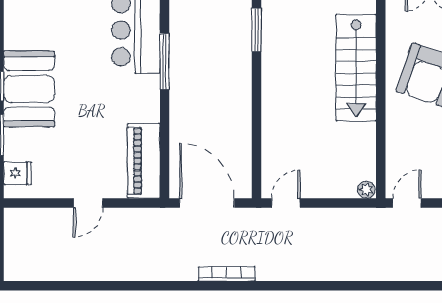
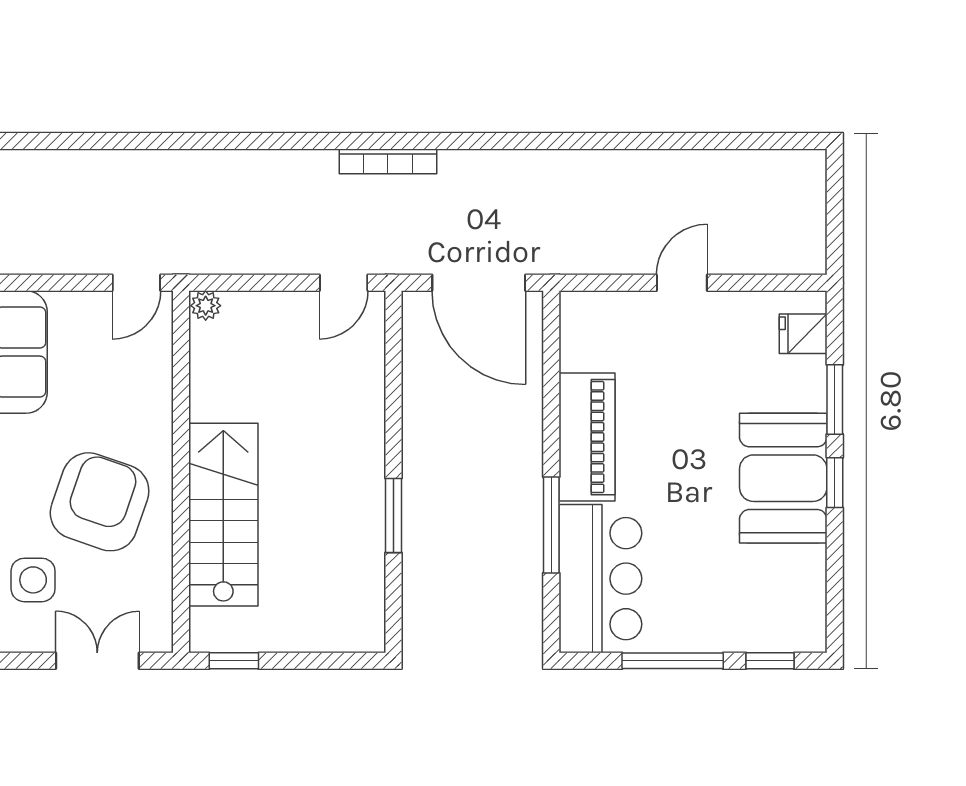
window: (257, 30) -> (394, 515), moved
piano: (144, 161) -> (587, 437), moved
bookcase: (227, 274) -> (388, 161), moved

